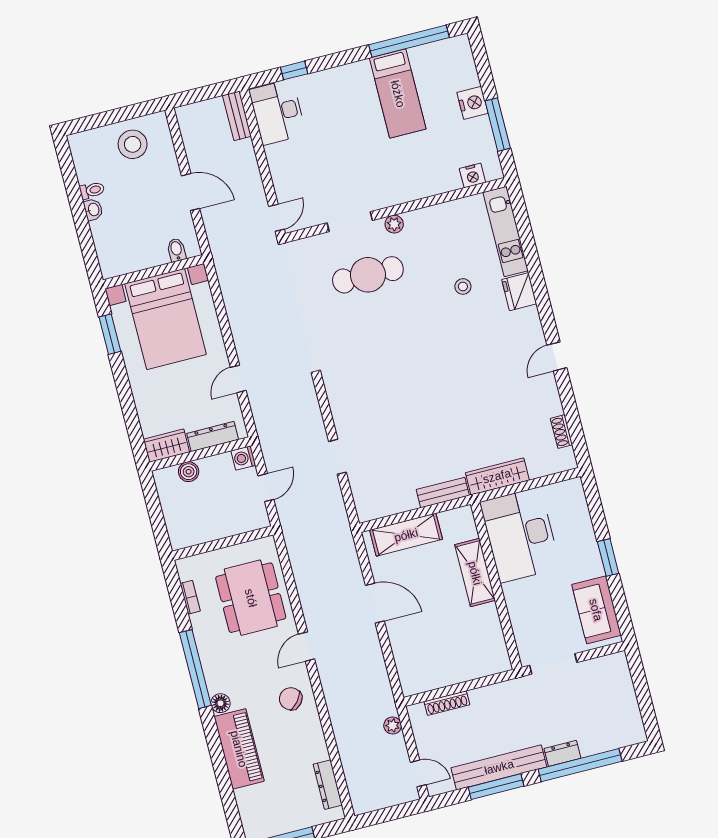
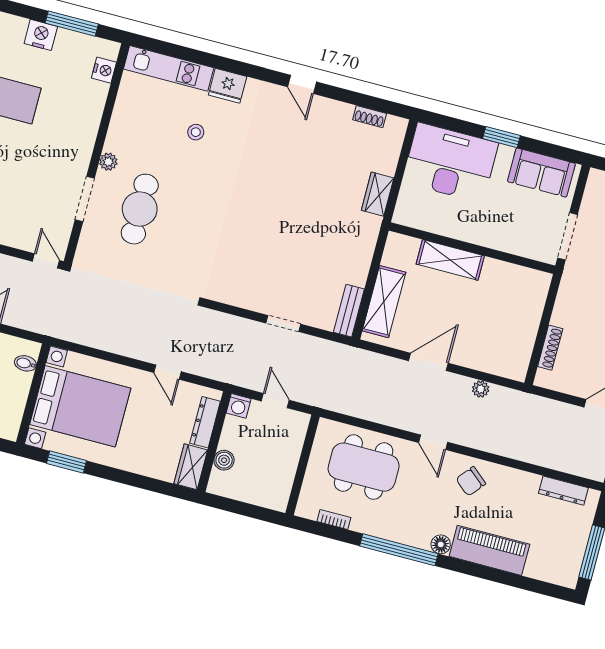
wardrobe: (497, 476) -> (378, 194), width x0.67
bench: (443, 493) -> (349, 311), moved
desk: (520, 535) -> (450, 163), moved, turned 180
plant: (393, 726) -> (481, 389), moved

